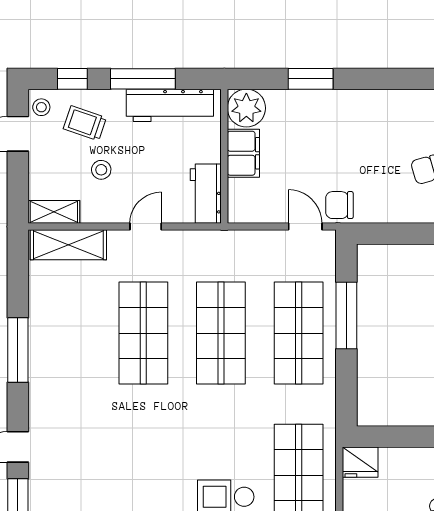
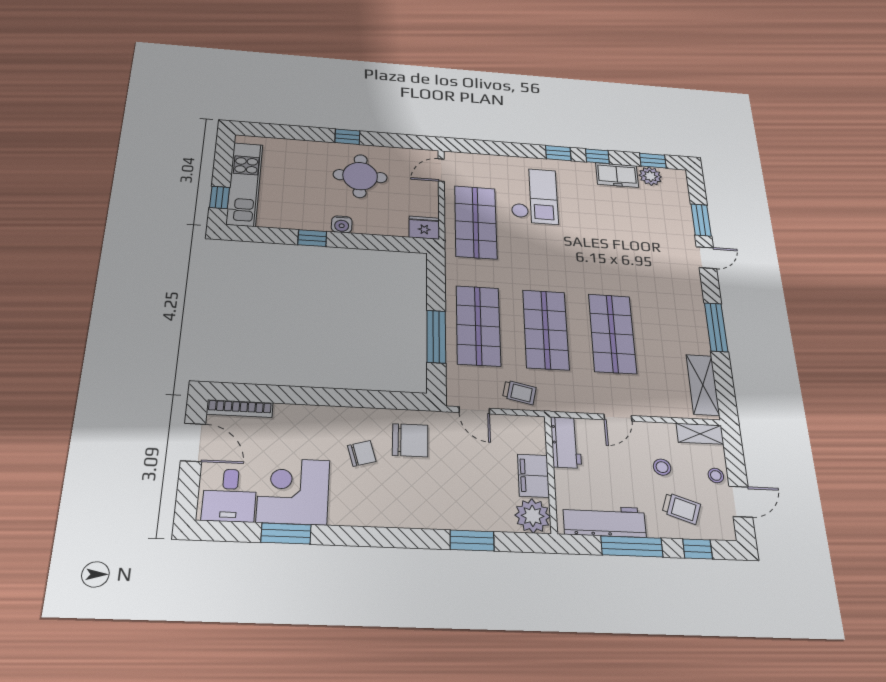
stool: (41, 107) -> (716, 475), moved
chair: (339, 205) -> (410, 440), moved, width x1.37, depth x1.37
shelving: (68, 245) -> (703, 385), moved, turned 90
trolley: (255, 251) -> (519, 392), added

